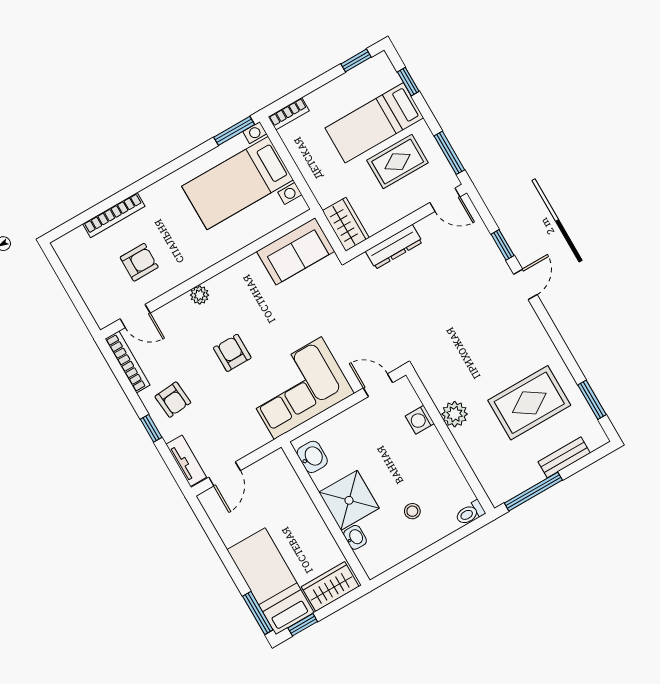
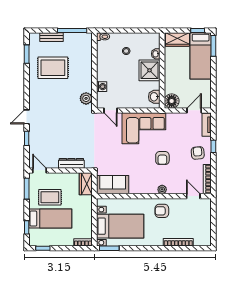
armchair: (139, 262) -> (162, 211), moved
plant: (455, 414) -> (86, 98), moved
floor lamp: (276, 468) -> (172, 101), added

